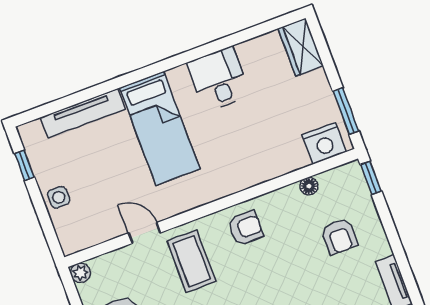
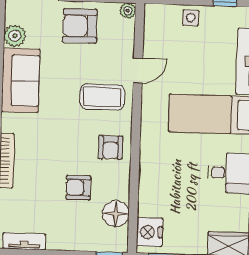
floor lamp: (309, 186) -> (116, 214), width x1.89, depth x1.89
armchair: (339, 236) -> (78, 188), moved

